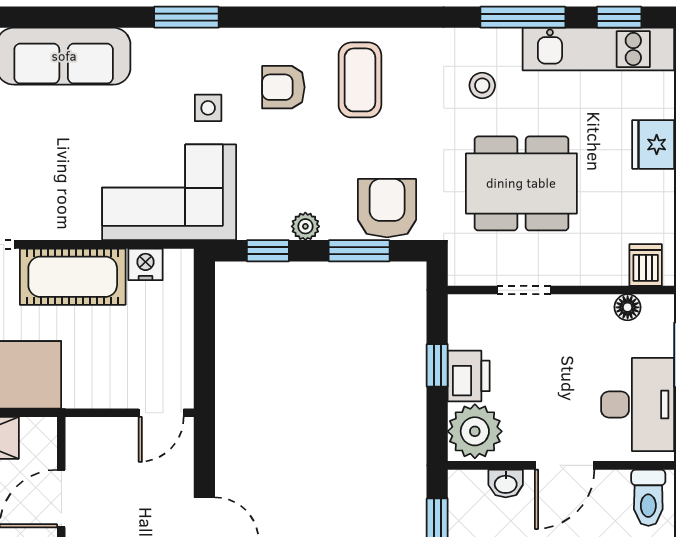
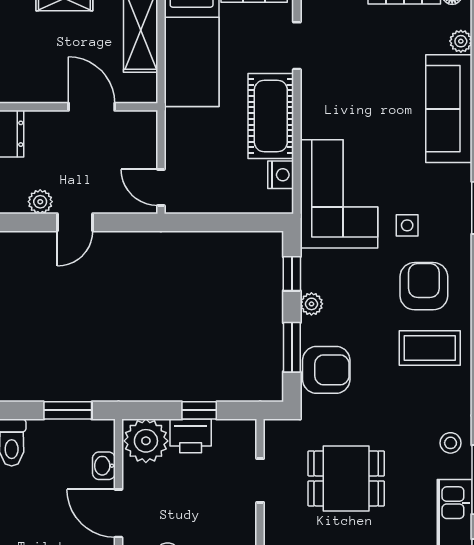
stool: (482, 85) -> (451, 443), moved
armchair: (283, 87) -> (424, 286), width x1.38, depth x1.38
dining table: (521, 183) -> (346, 478), width x0.73

